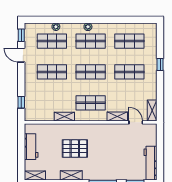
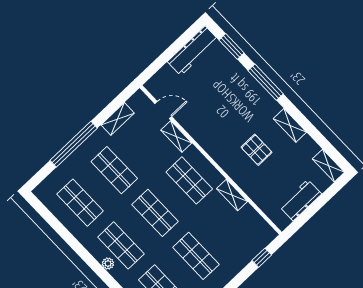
window: (160, 64) -> (74, 144), width x3.17
shelving: (152, 110) -> (118, 119), moved
door: (136, 122) -> (163, 110), swing flipped
pallet: (75, 149) -> (257, 150), width x0.67, depth x0.71

